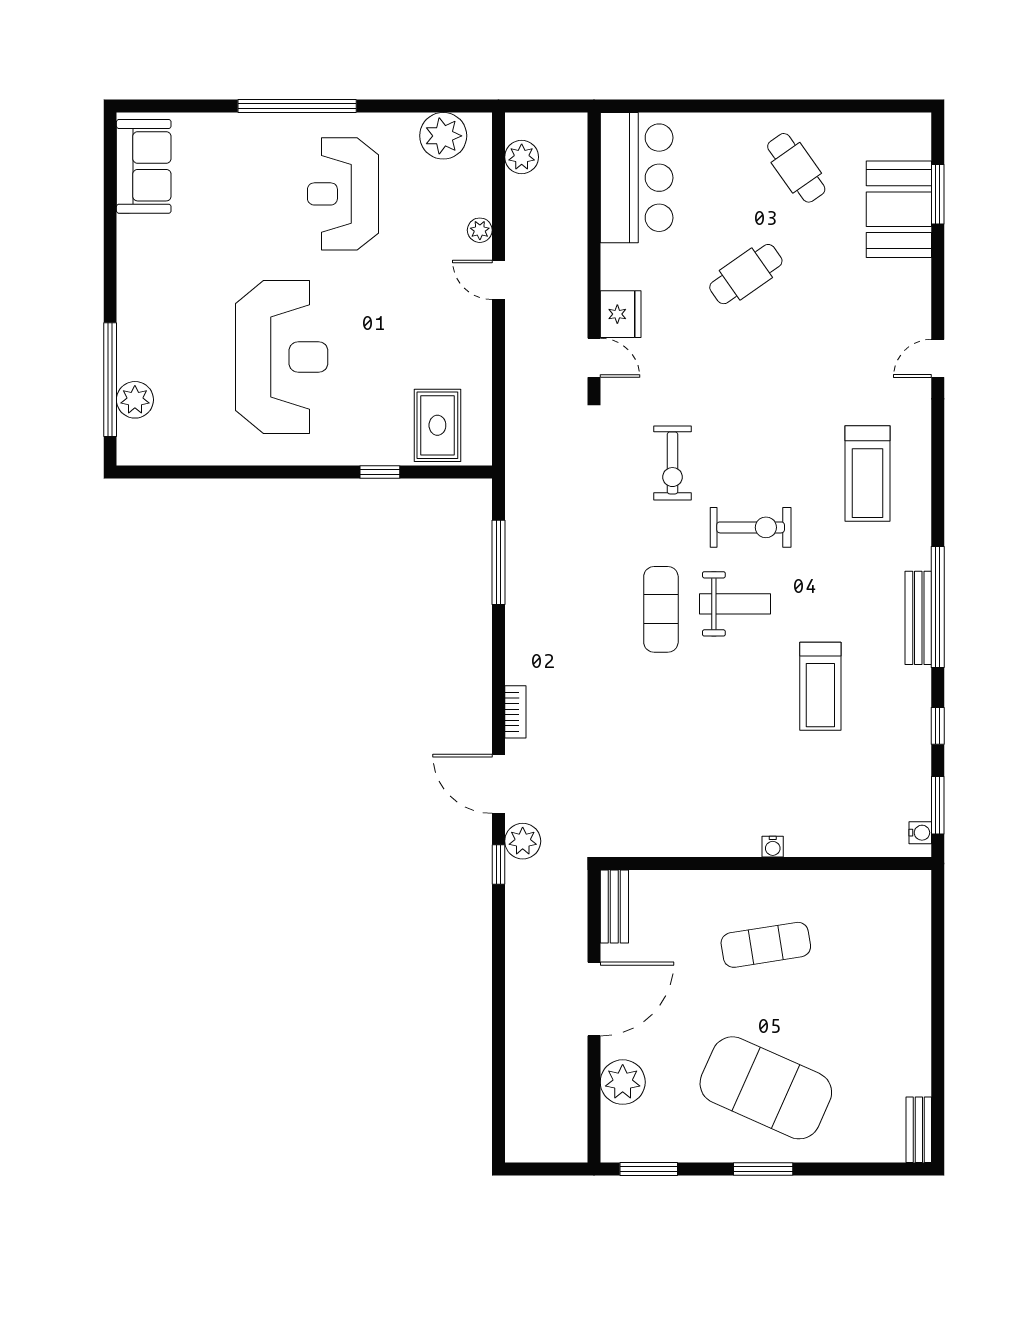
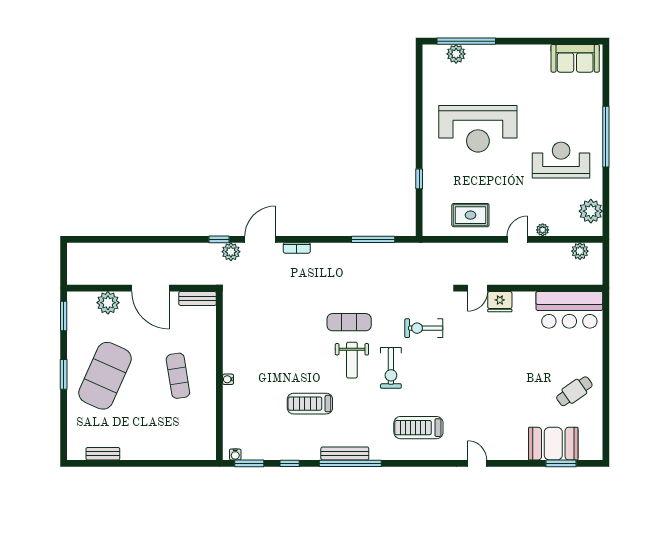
cafe table: (746, 274) -> (520, 366), removed
rug: (437, 425) -> (470, 215), moved
bench: (919, 1130) -> (103, 454), moved

